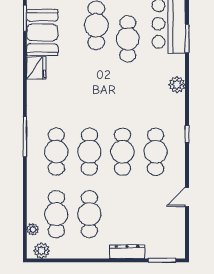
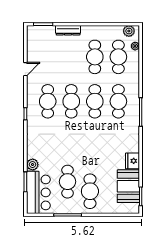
plant: (177, 85) -> (33, 165), moved

